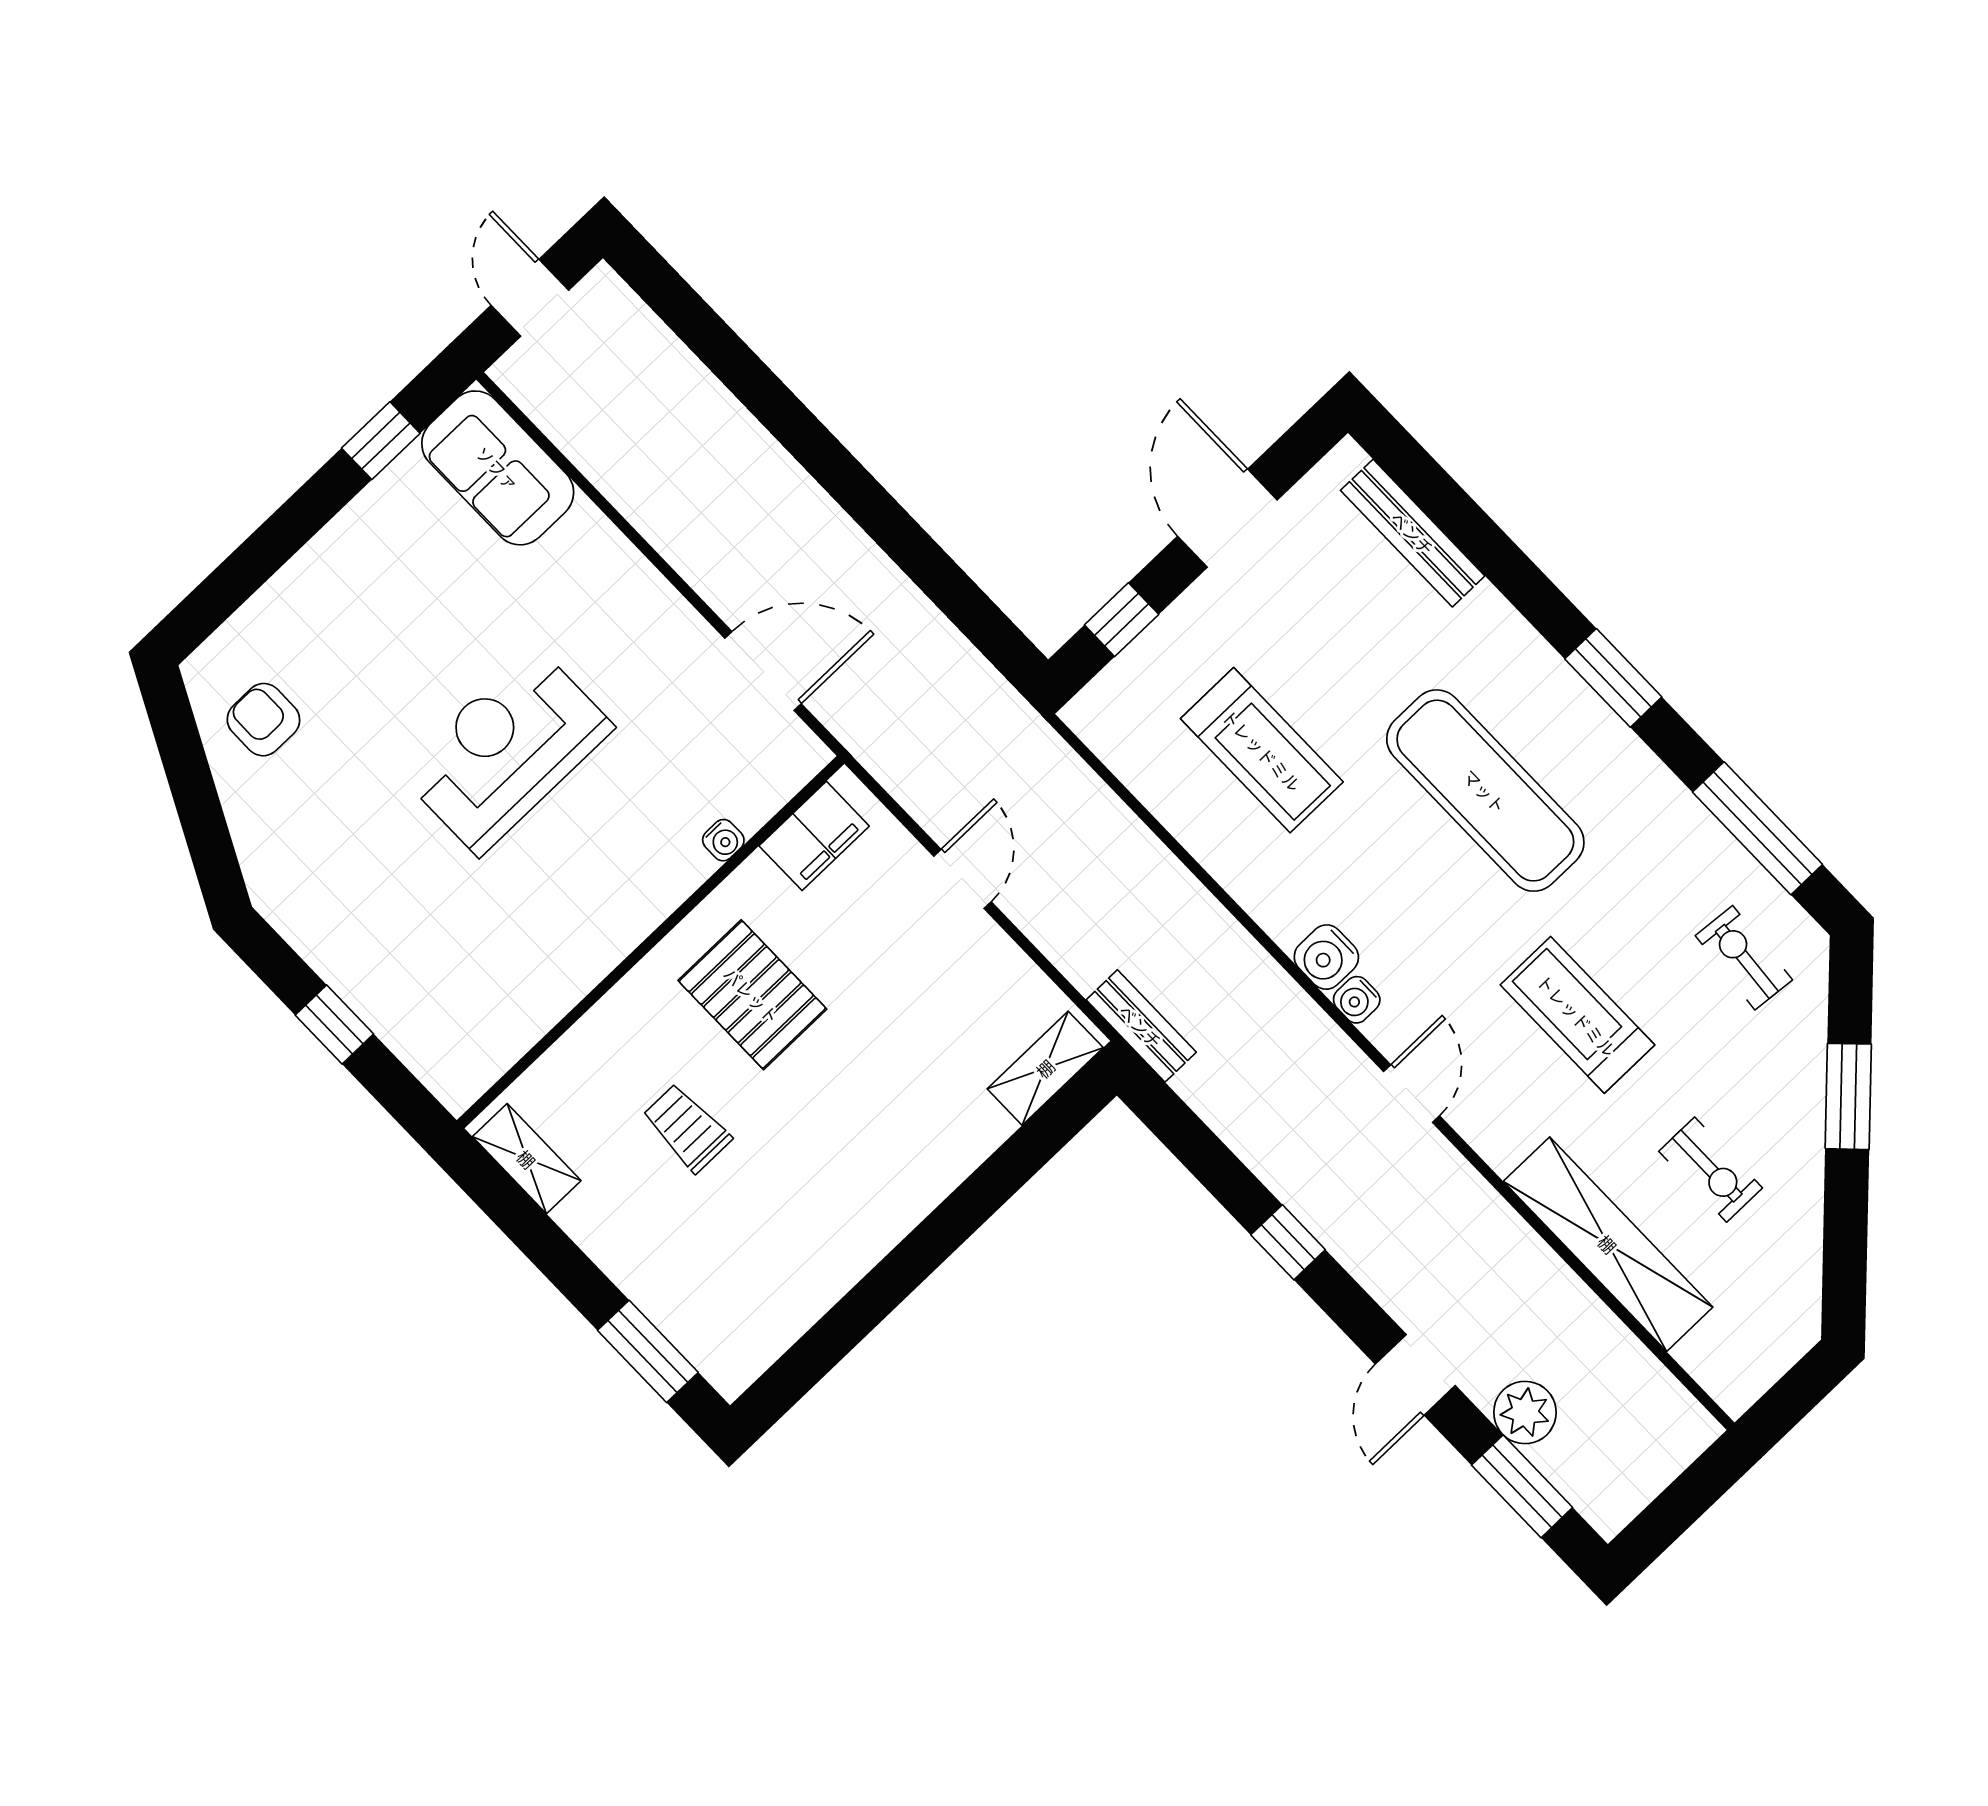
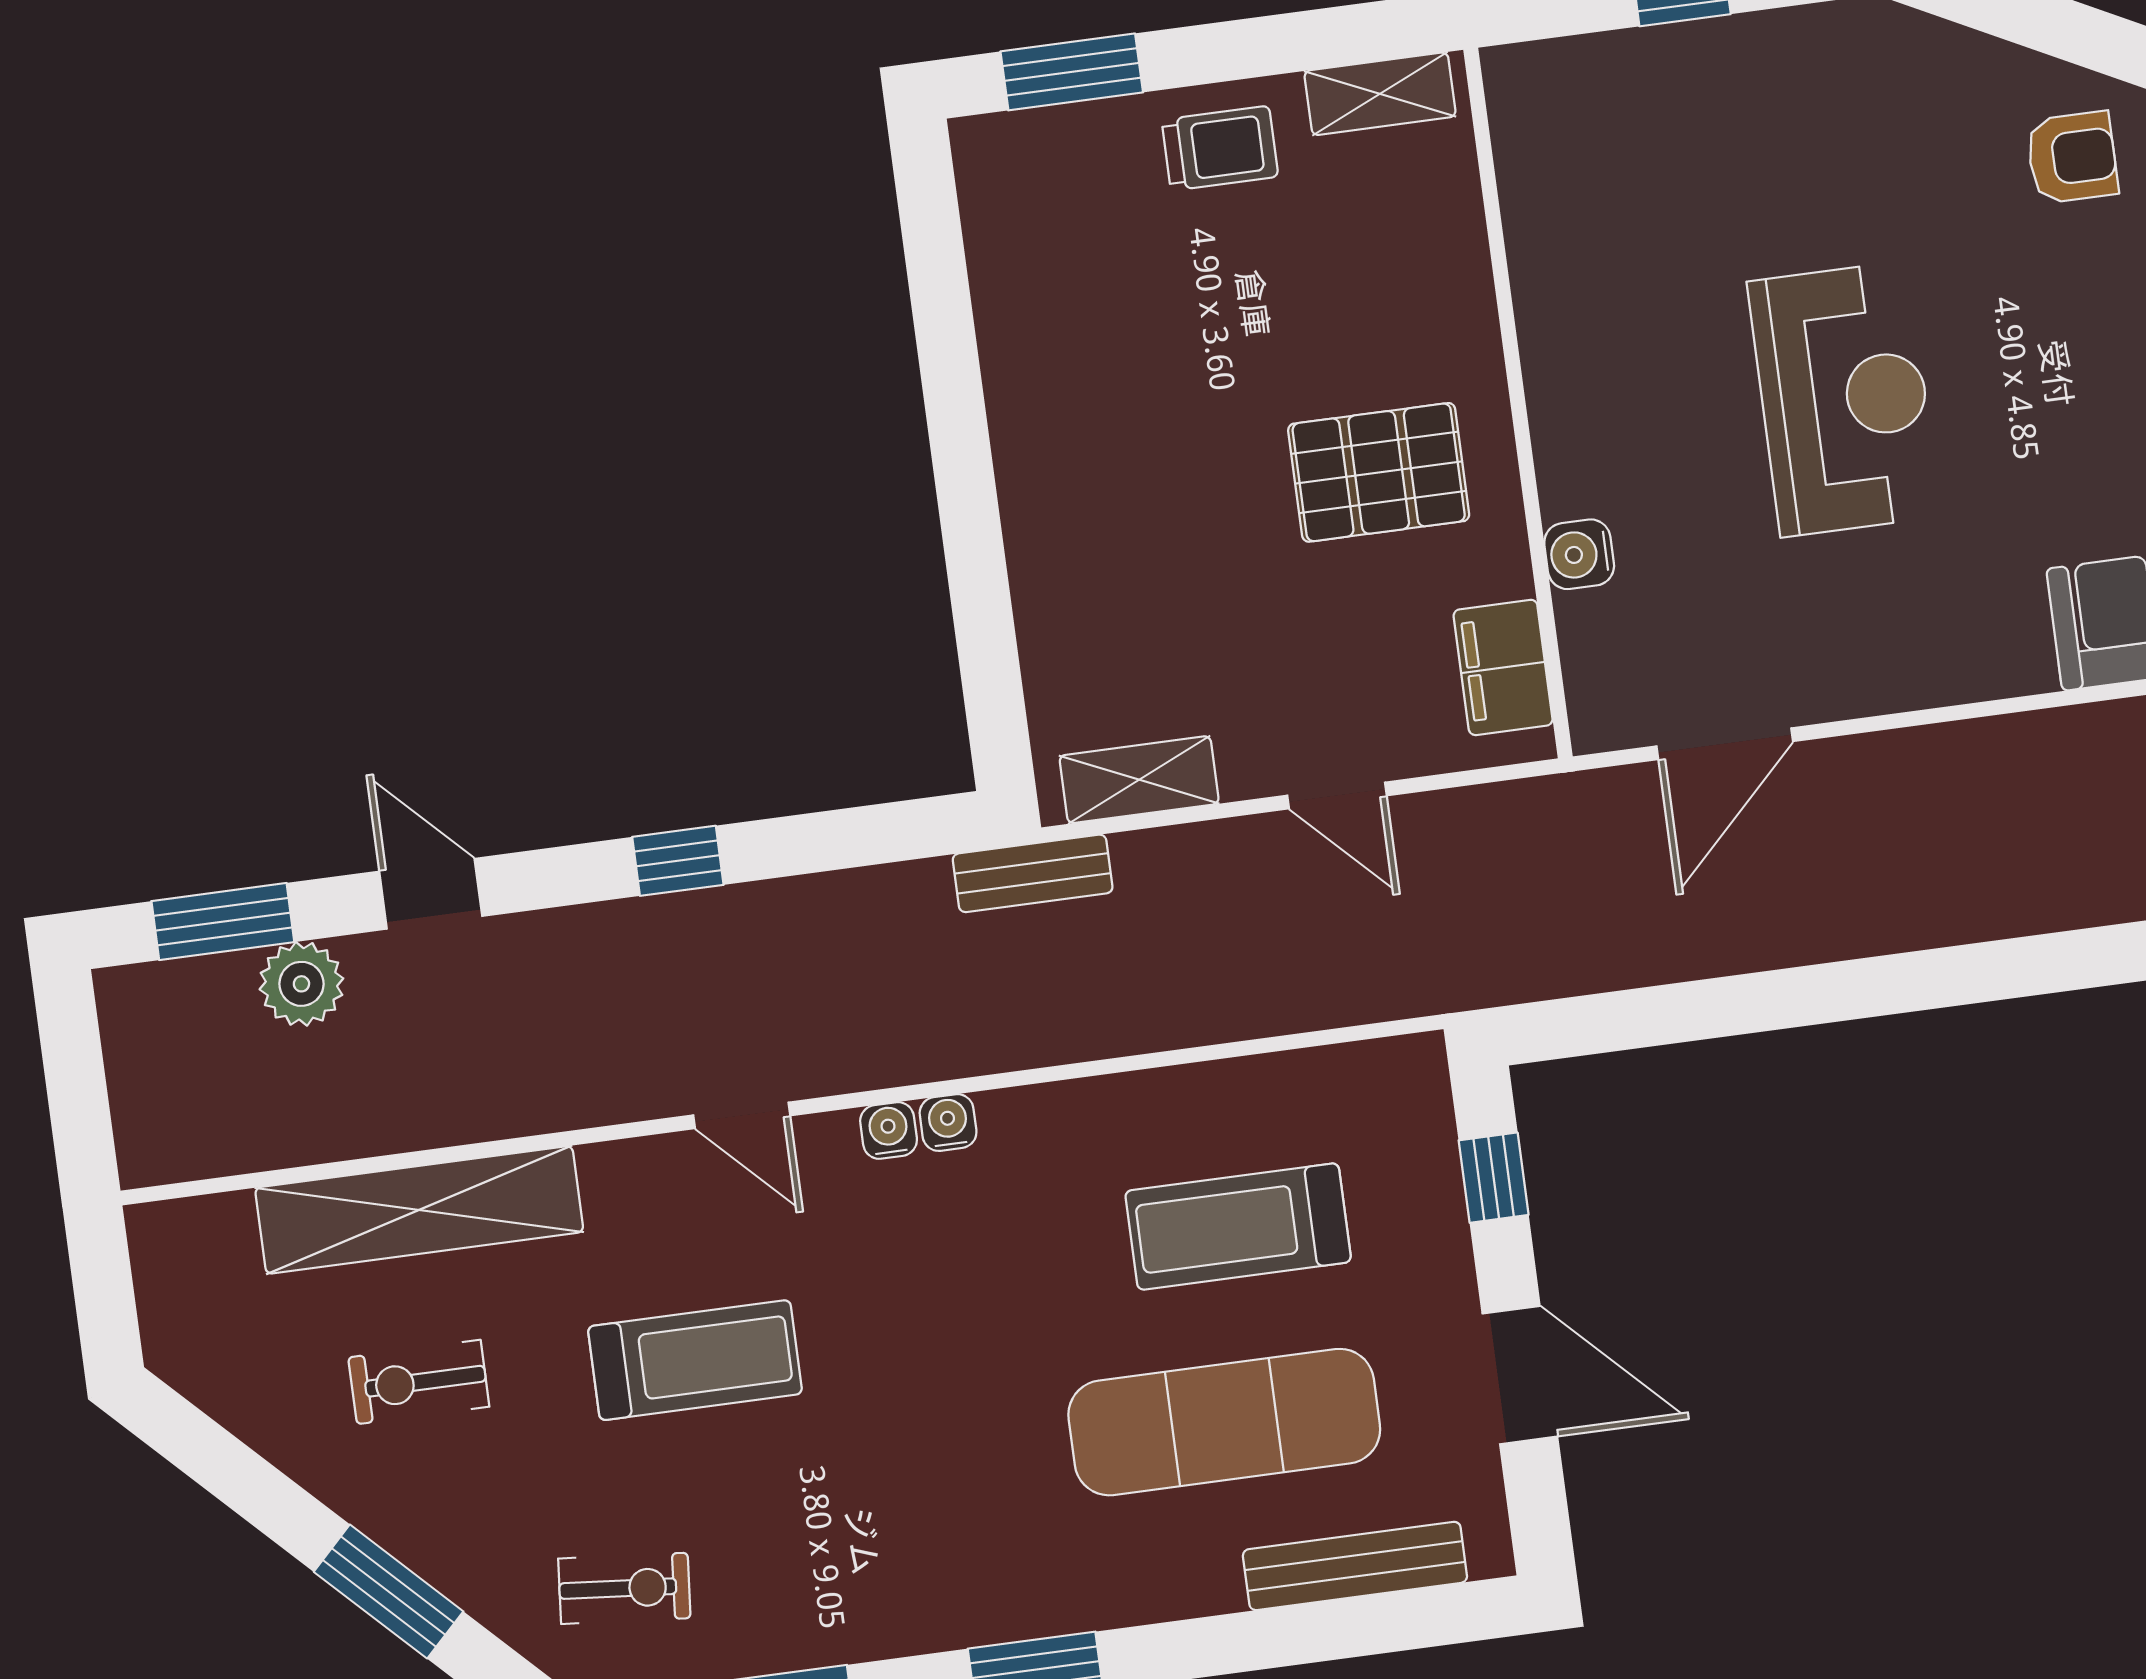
exercise mat: (1485, 791) -> (1224, 1422), moved
water cooler: (723, 840) -> (1579, 554), width x1.38, depth x1.38
water cooler: (1326, 957) -> (948, 1123), width x0.72, depth x0.72
shelving: (1045, 1068) -> (1139, 780), moved, turned 90
trolley: (687, 1128) -> (1220, 148), moved

